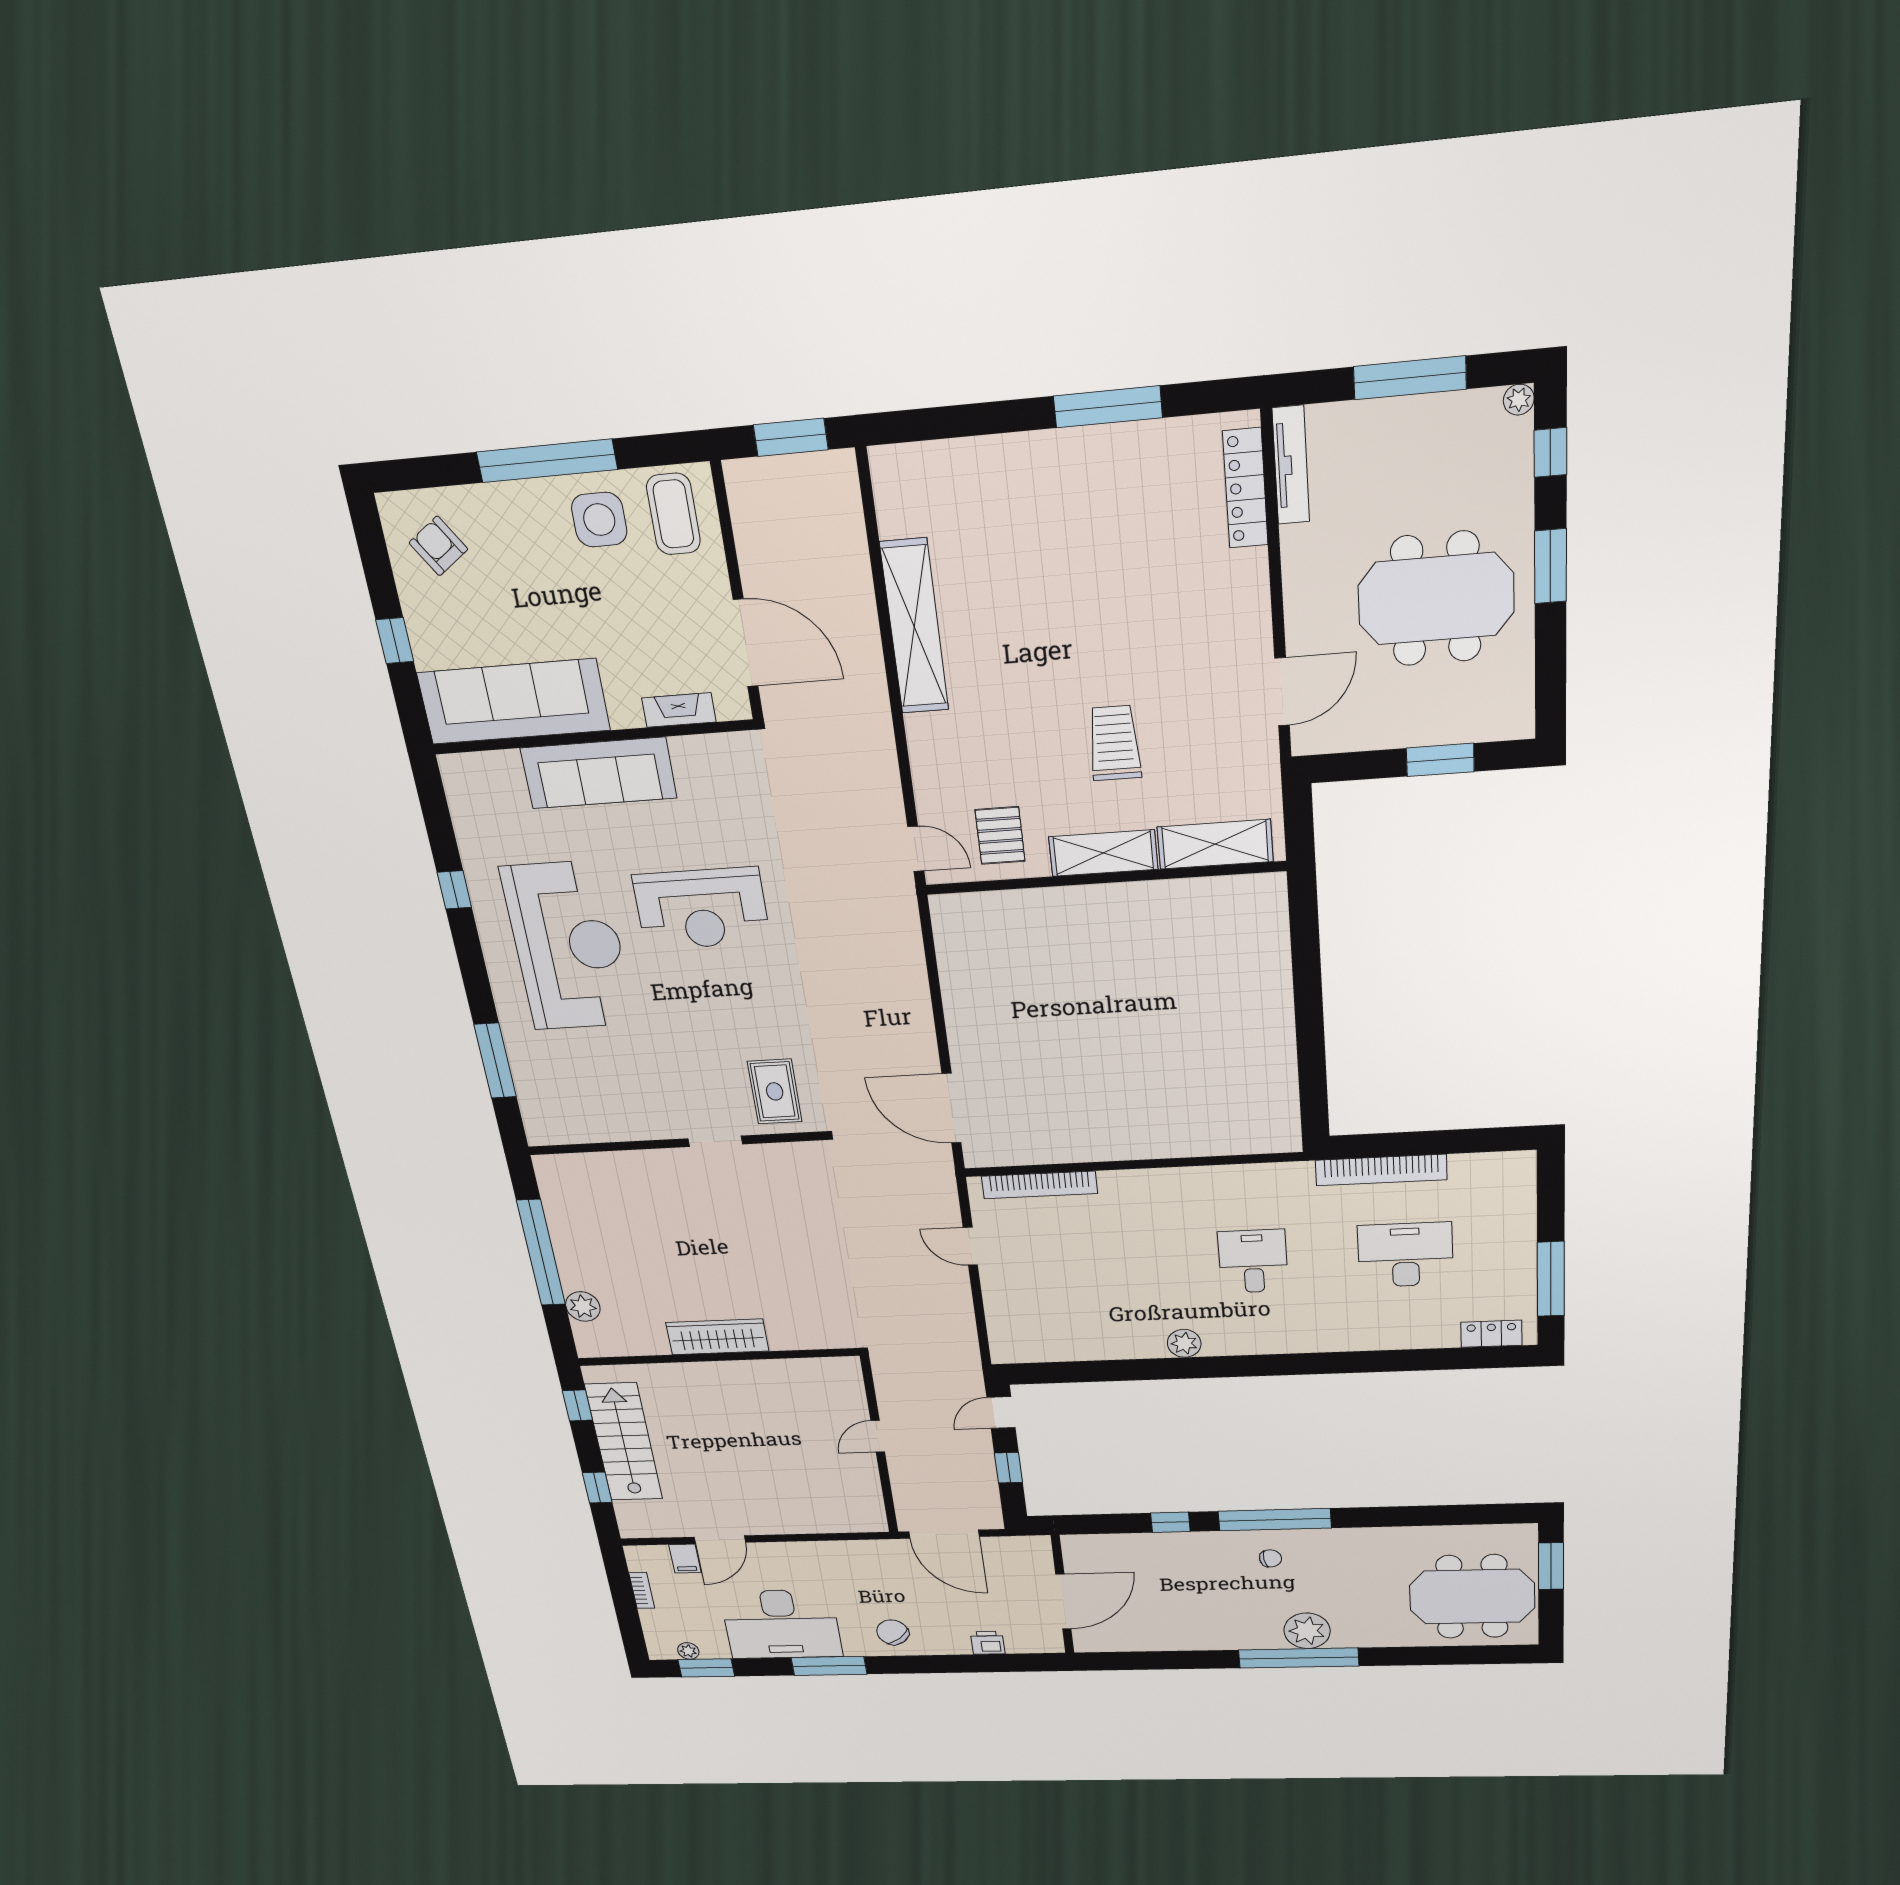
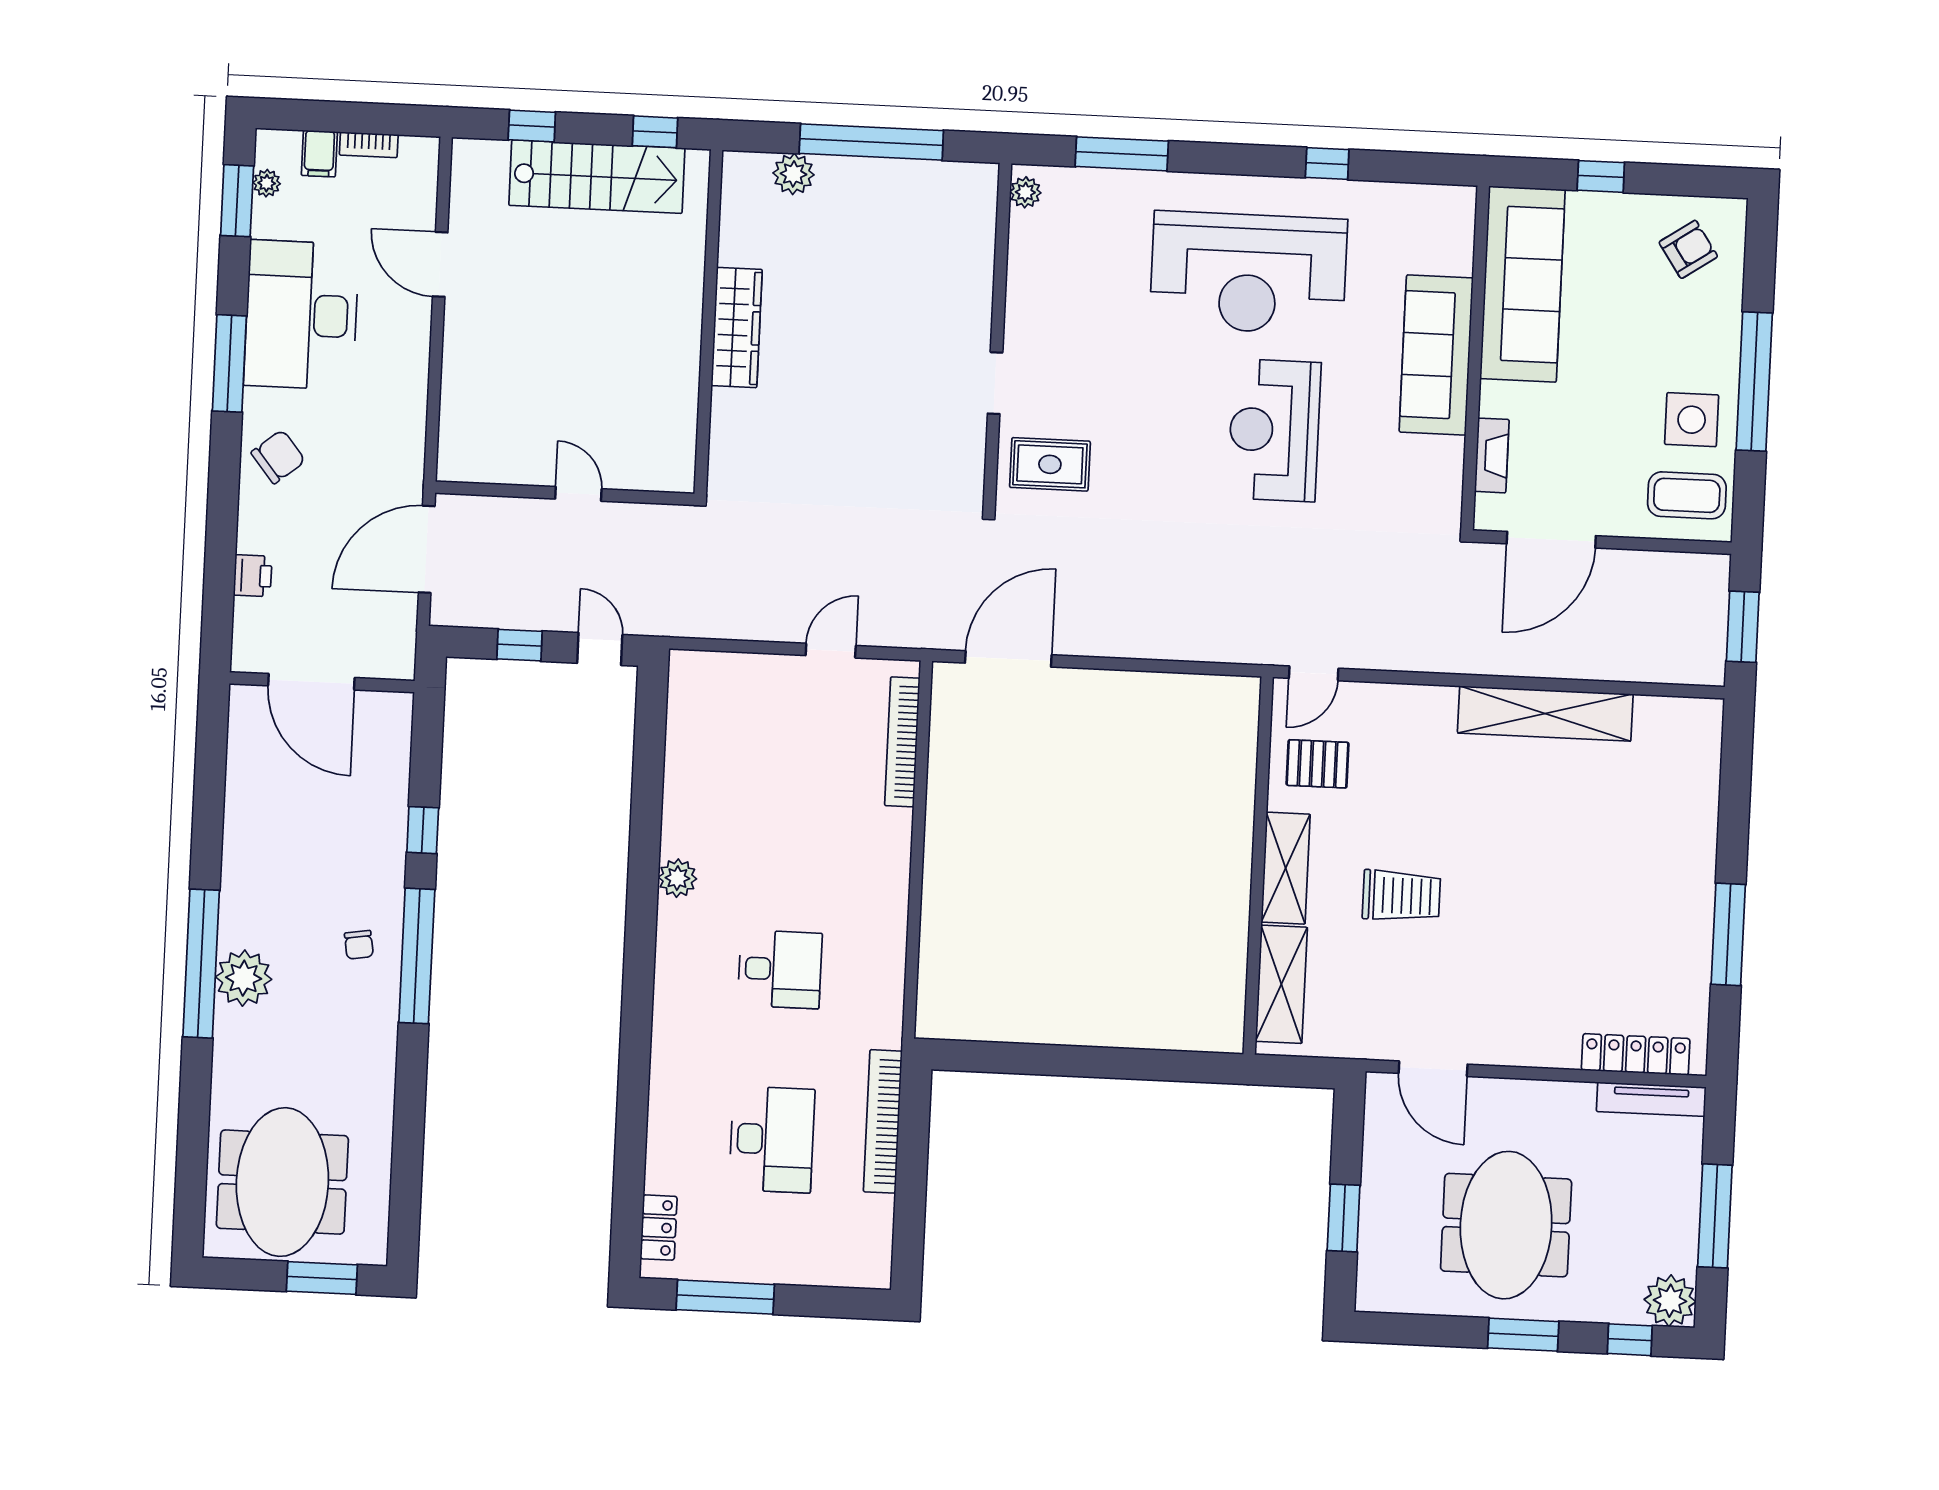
plant: (1519, 400) -> (1670, 1301), width x1.87, depth x1.87
plant: (549, 1133) -> (1025, 192), added
filing cabinet: (685, 1559) -> (319, 154), moved, turned -90

